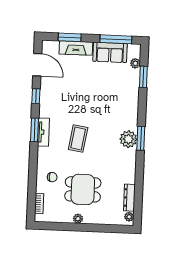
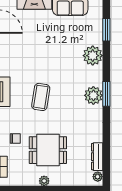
plant: (135, 63) -> (93, 56), moved, width x1.88, depth x1.88

